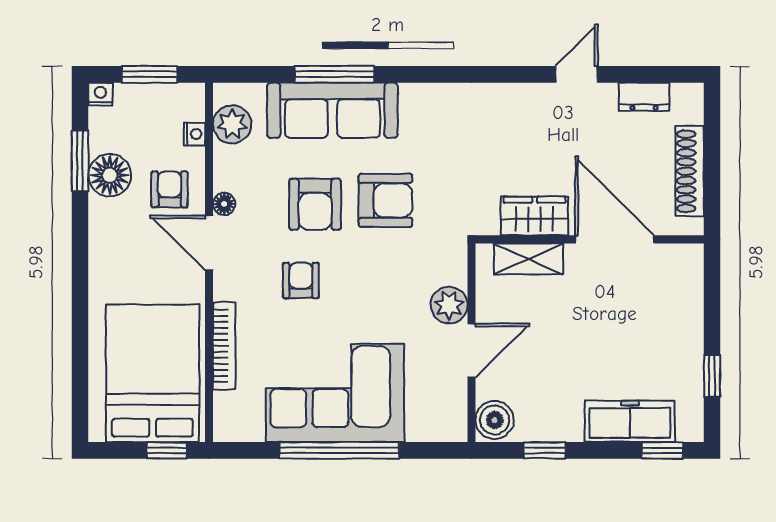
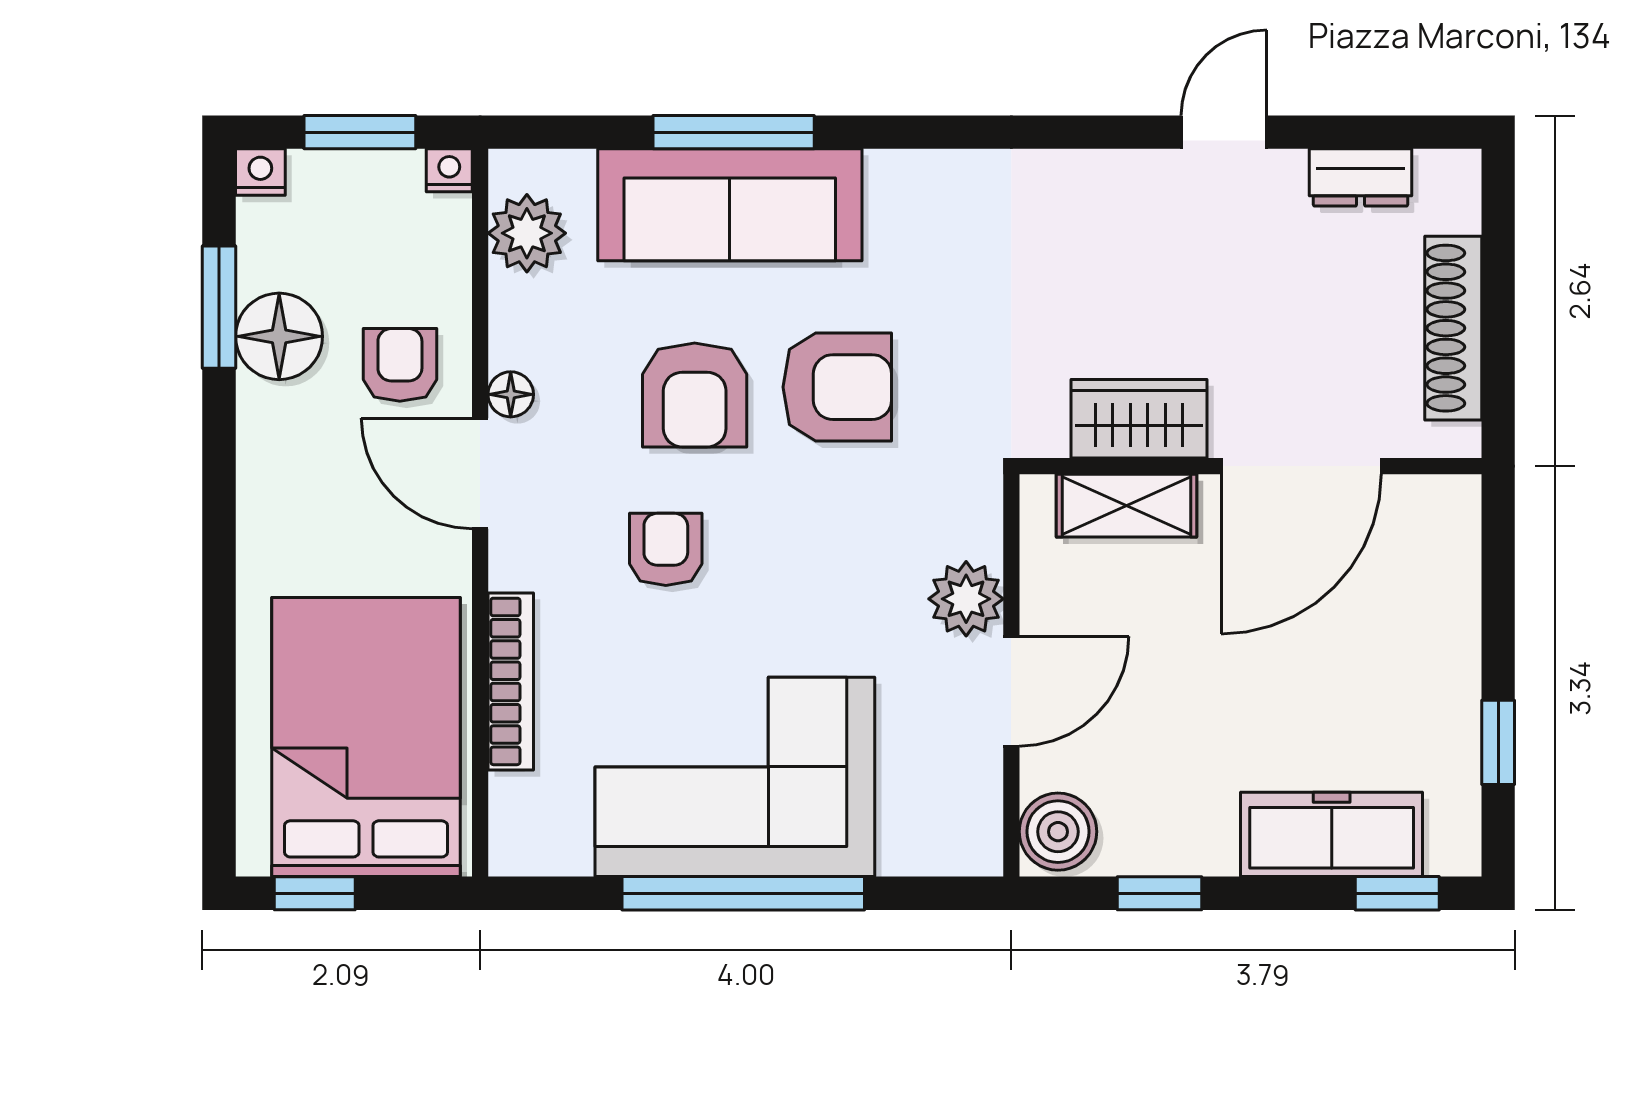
nightstand: (194, 134) -> (449, 170), moved, turned -90
door: (615, 239) -> (1301, 466), swing flipped
window: (167, 450) -> (315, 893), moved

